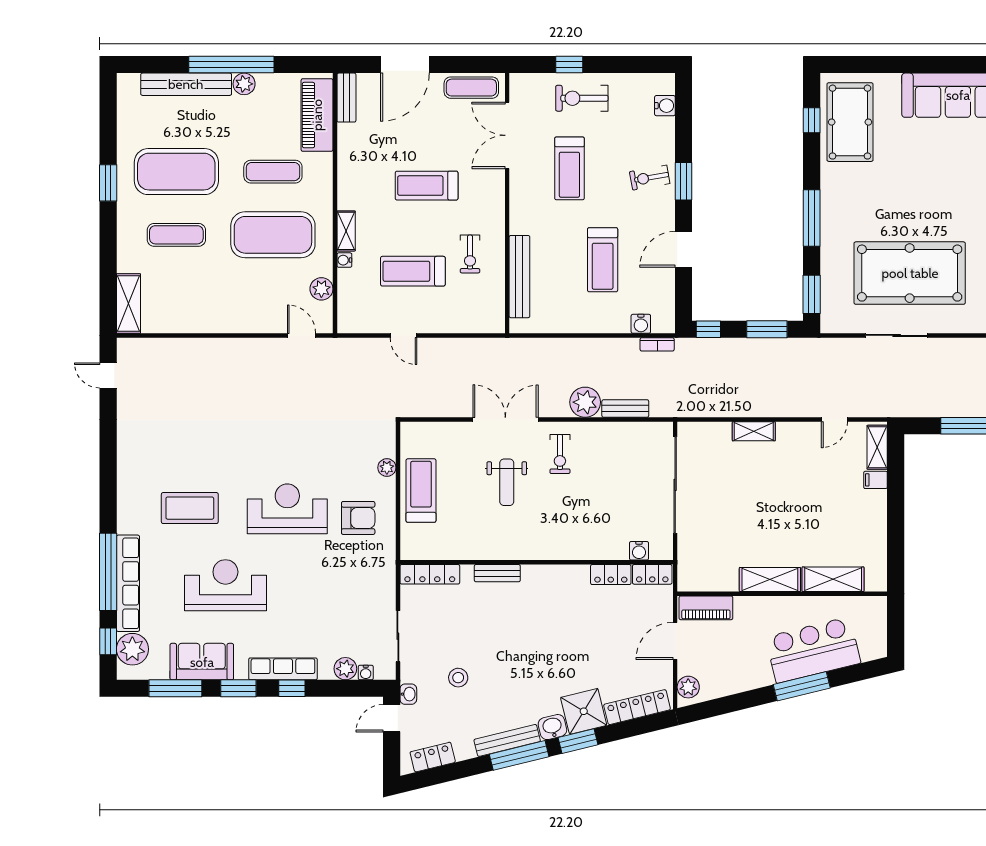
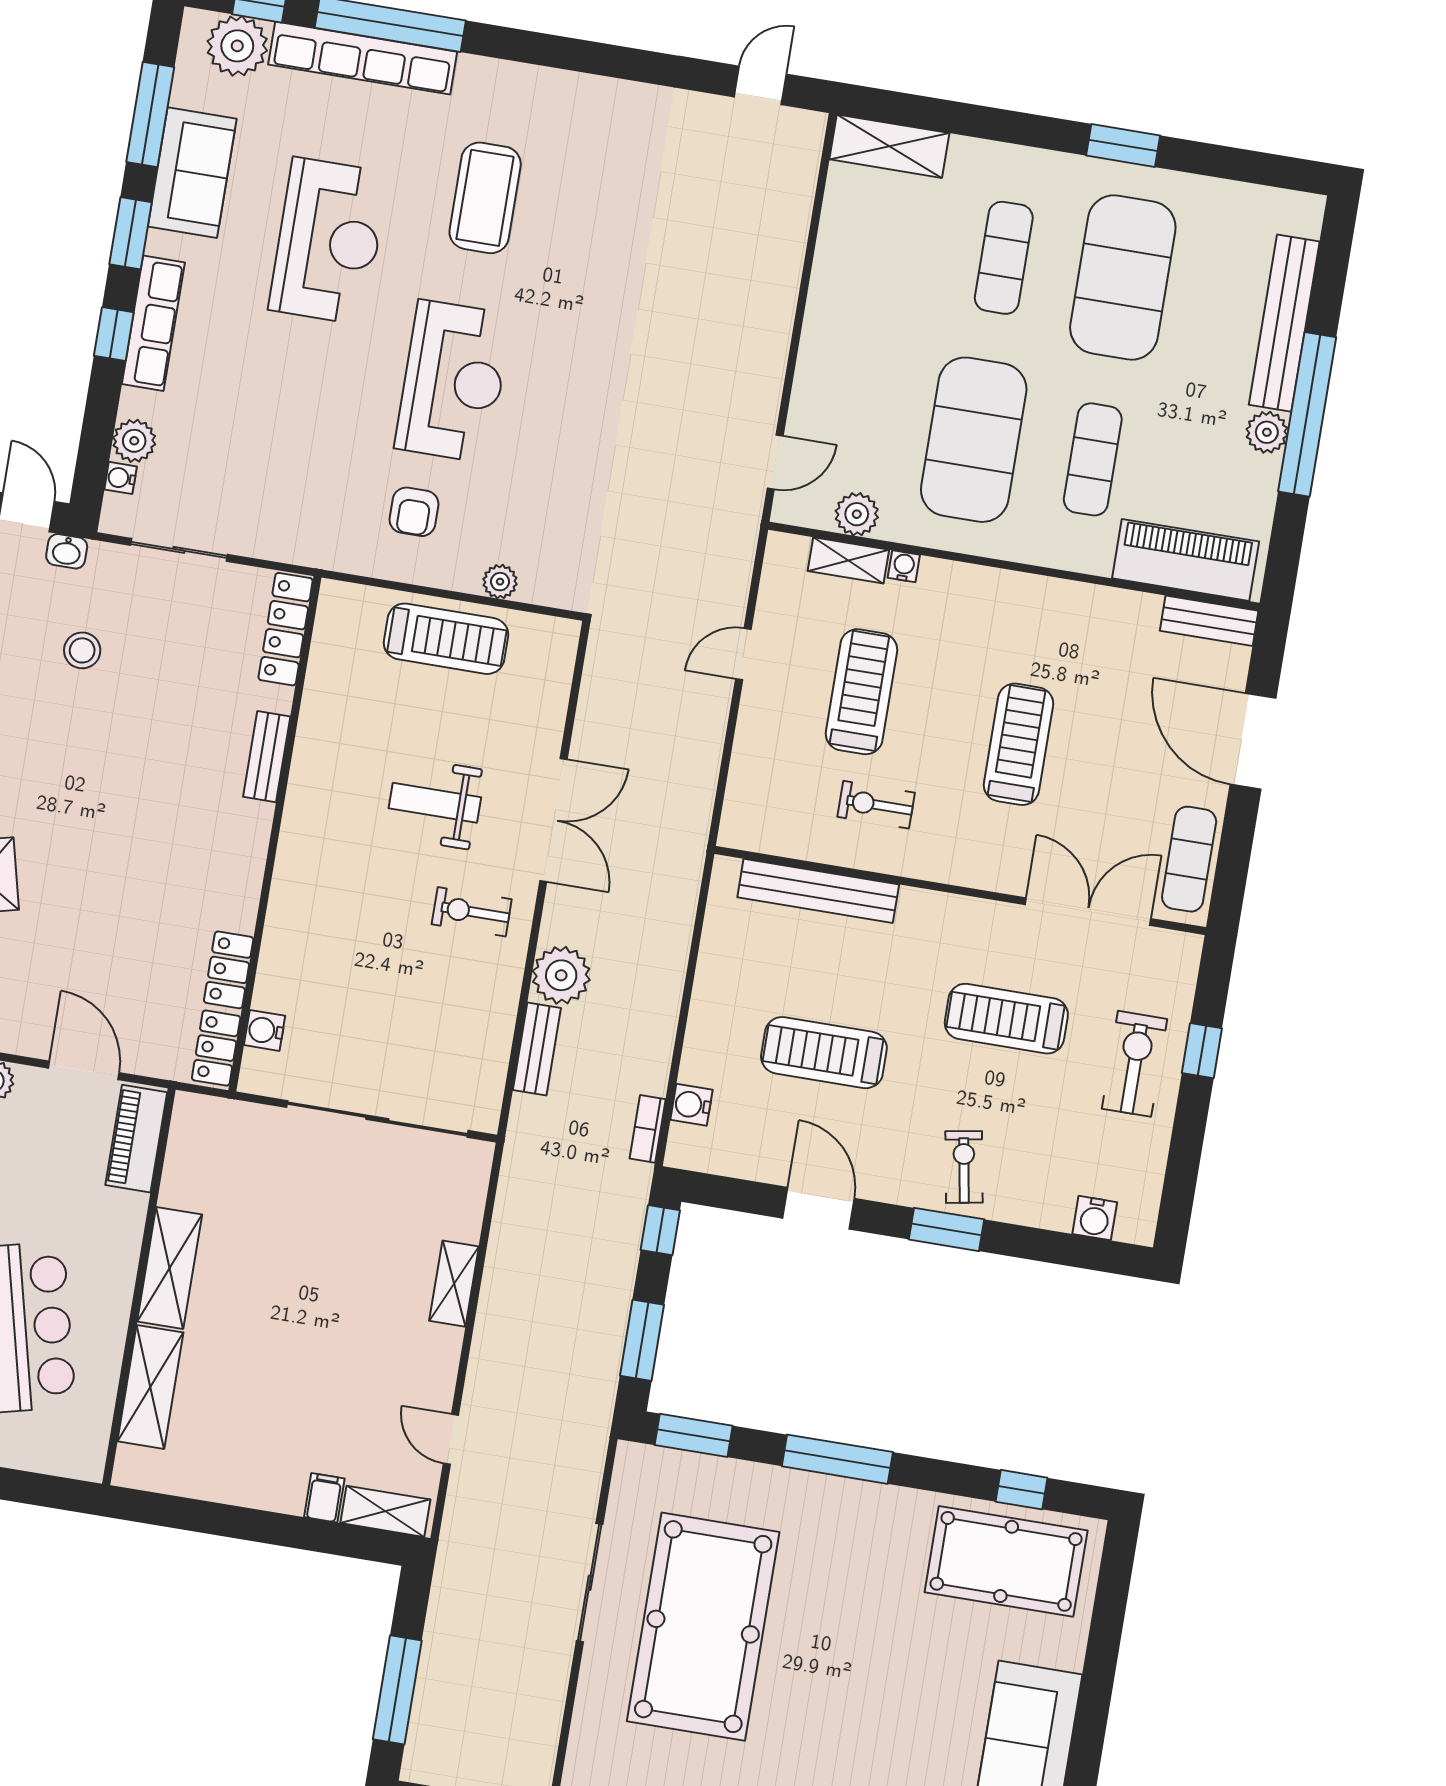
shelving: (346, 231) -> (848, 560), moved
armchair: (358, 518) -> (414, 512), width x0.72, depth x0.72

